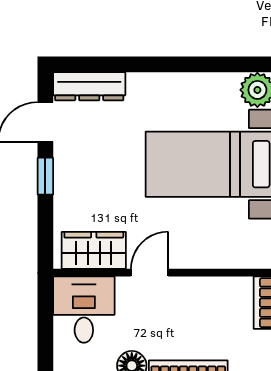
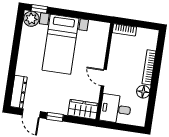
wardrobe: (94, 250) -> (83, 109), moved, turned 90

